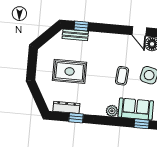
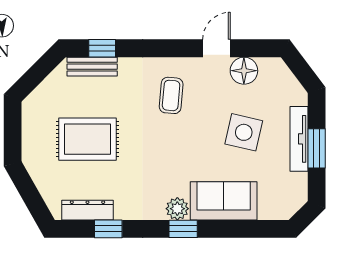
door: (139, 31) -> (217, 48), swing flipped
coffee table: (122, 76) -> (171, 95), moved
window: (142, 124) -> (183, 229), moved

